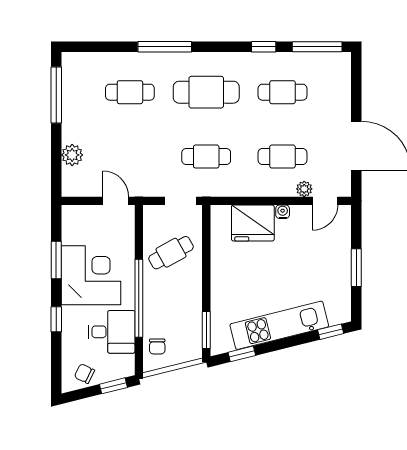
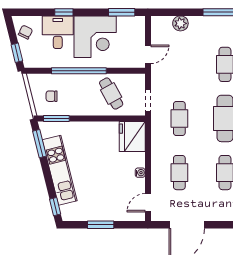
plant: (304, 189) -> (156, 188), removed
door: (325, 201) -> (148, 203), hinge flipped
fridge: (253, 223) -> (132, 136), moved
window: (56, 260) -> (122, 12), moved
desk: (112, 332) -> (58, 32), moved, turned 180
chair: (157, 346) -> (52, 96), moved
window: (242, 354) -> (39, 144), width x1.50

